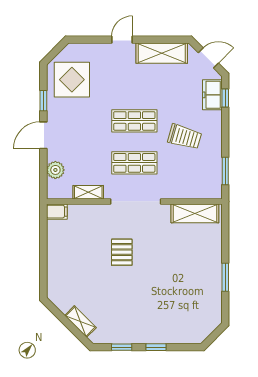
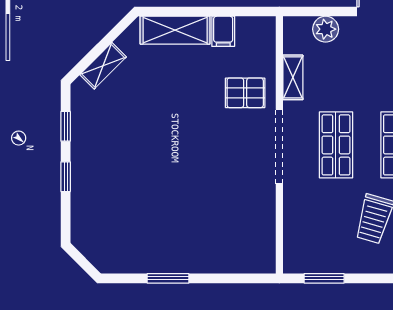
filing cabinet: (57, 212) -> (223, 31), moved
shelving: (195, 213) -> (175, 30), moved, turned 90
pallet: (122, 252) -> (245, 93), moved

